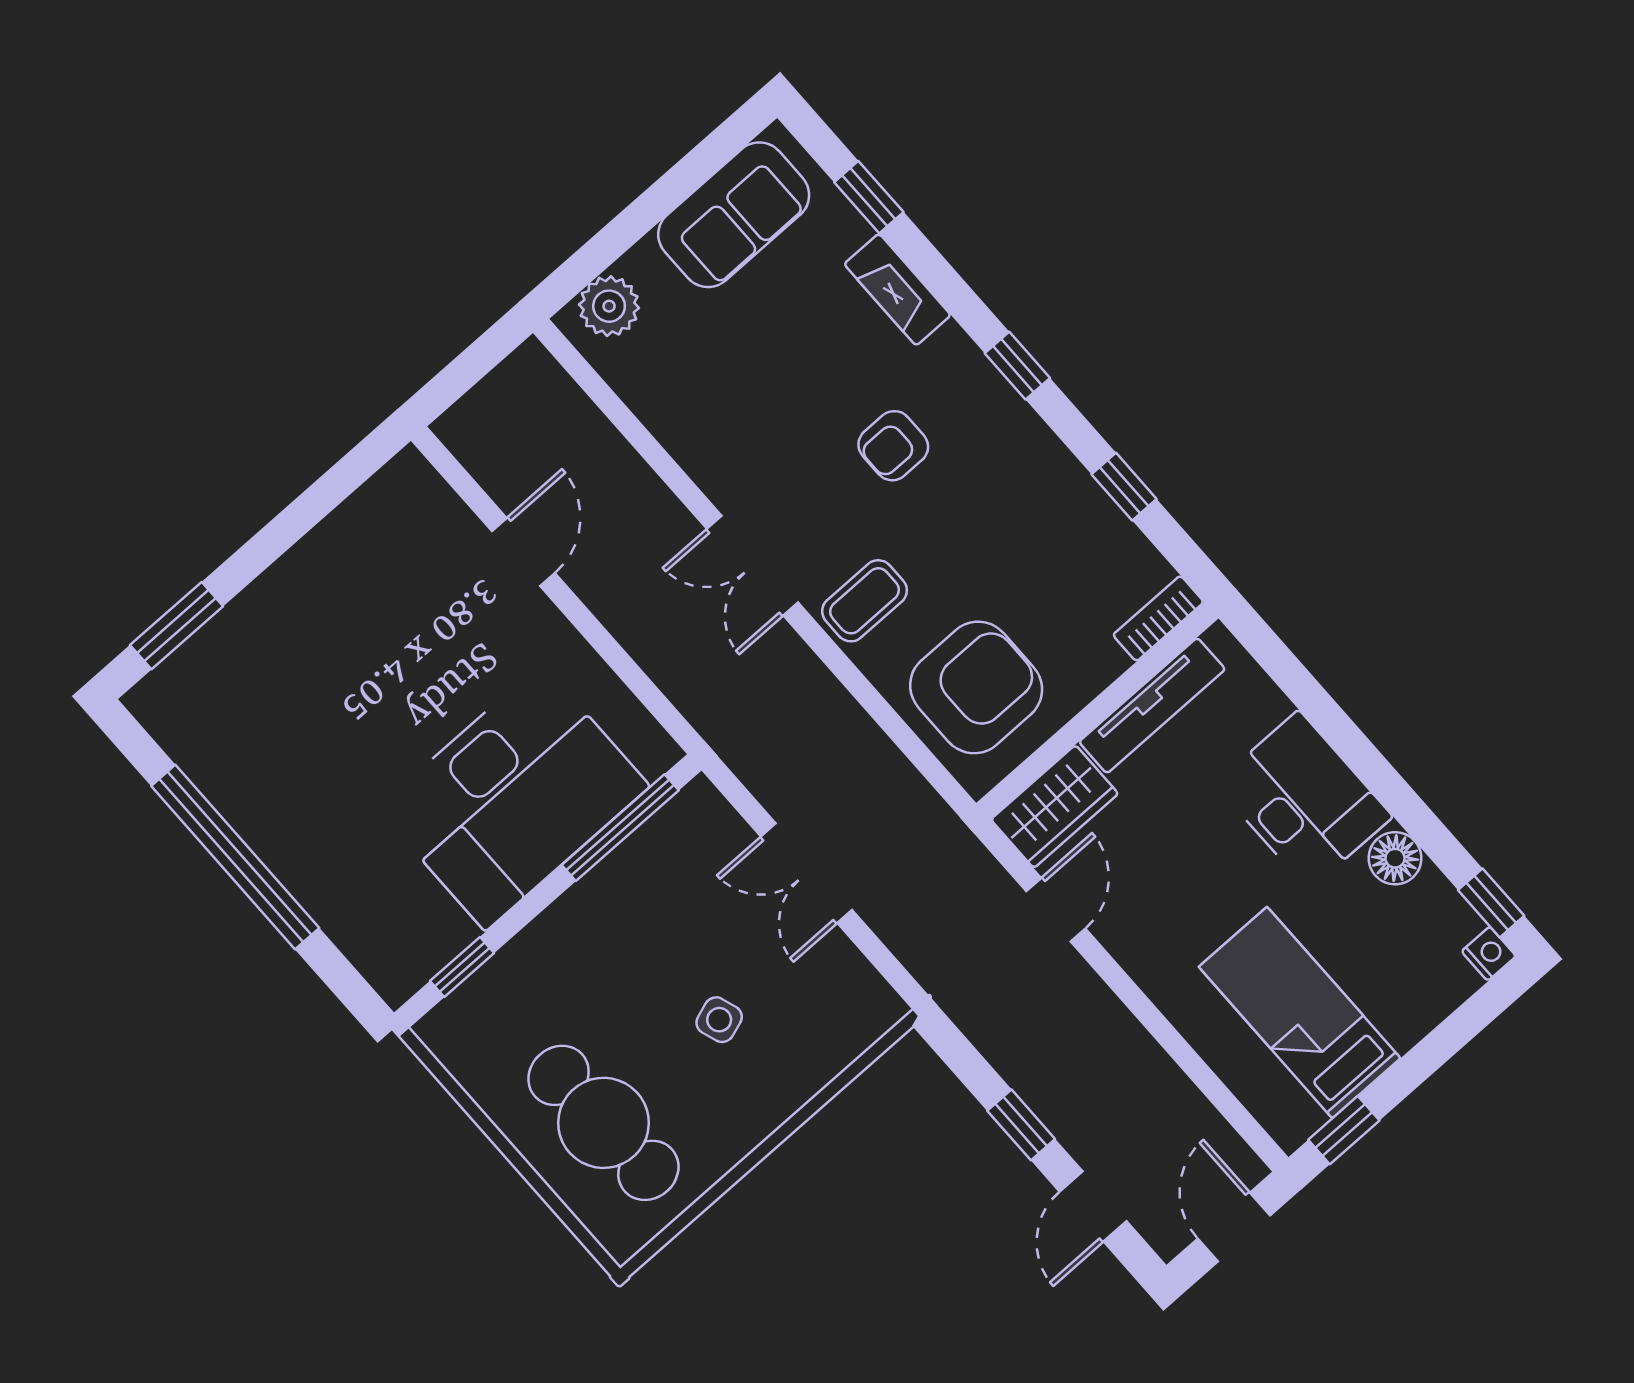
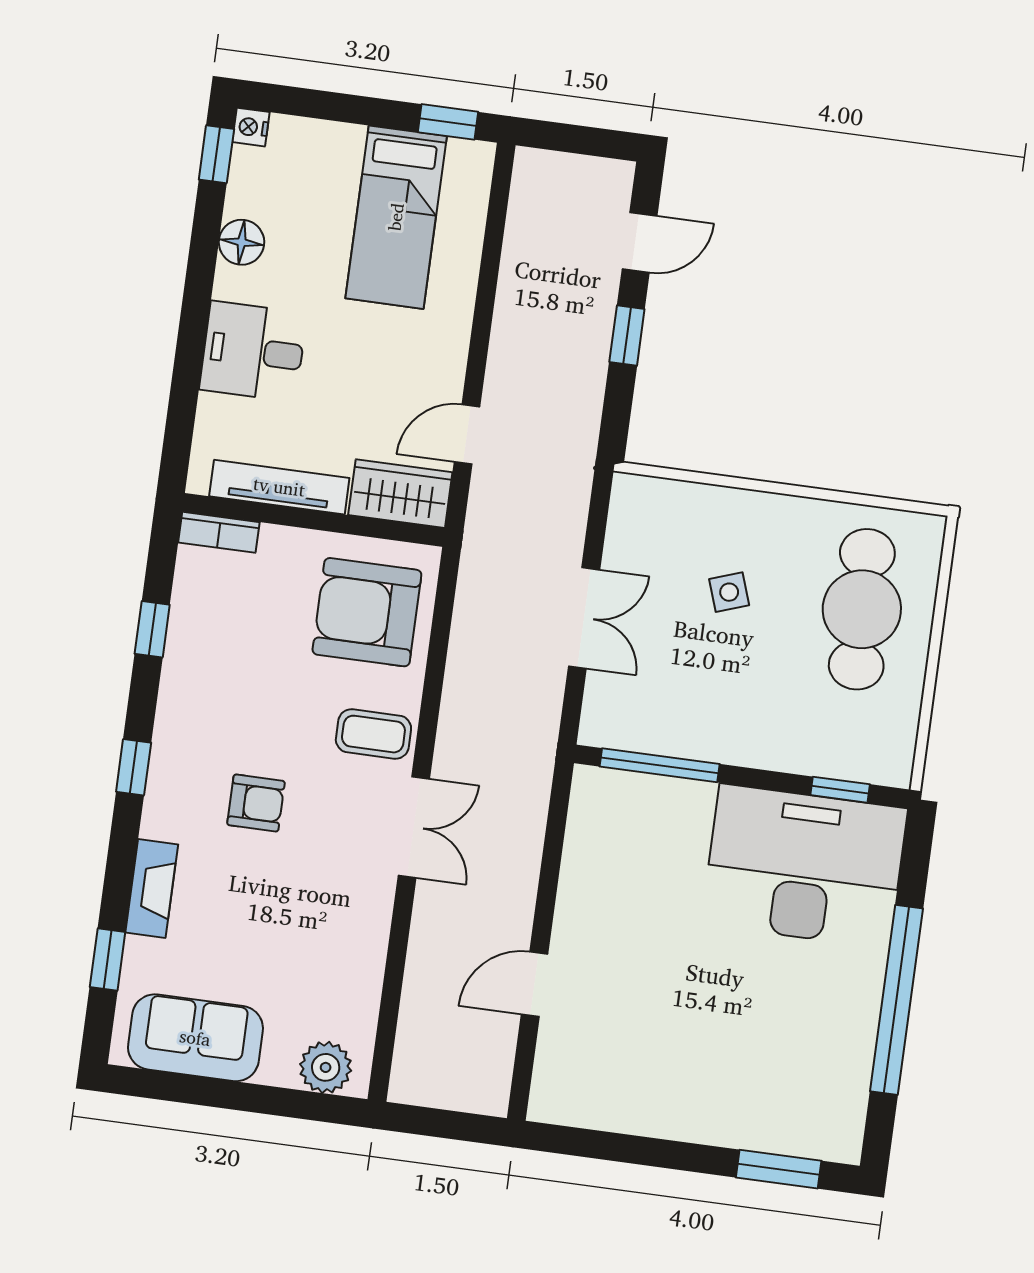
desk: (513, 797) -> (804, 866), moved
desk: (1304, 800) -> (253, 351), width x0.73
door: (1234, 1227) -> (573, 139), removed

